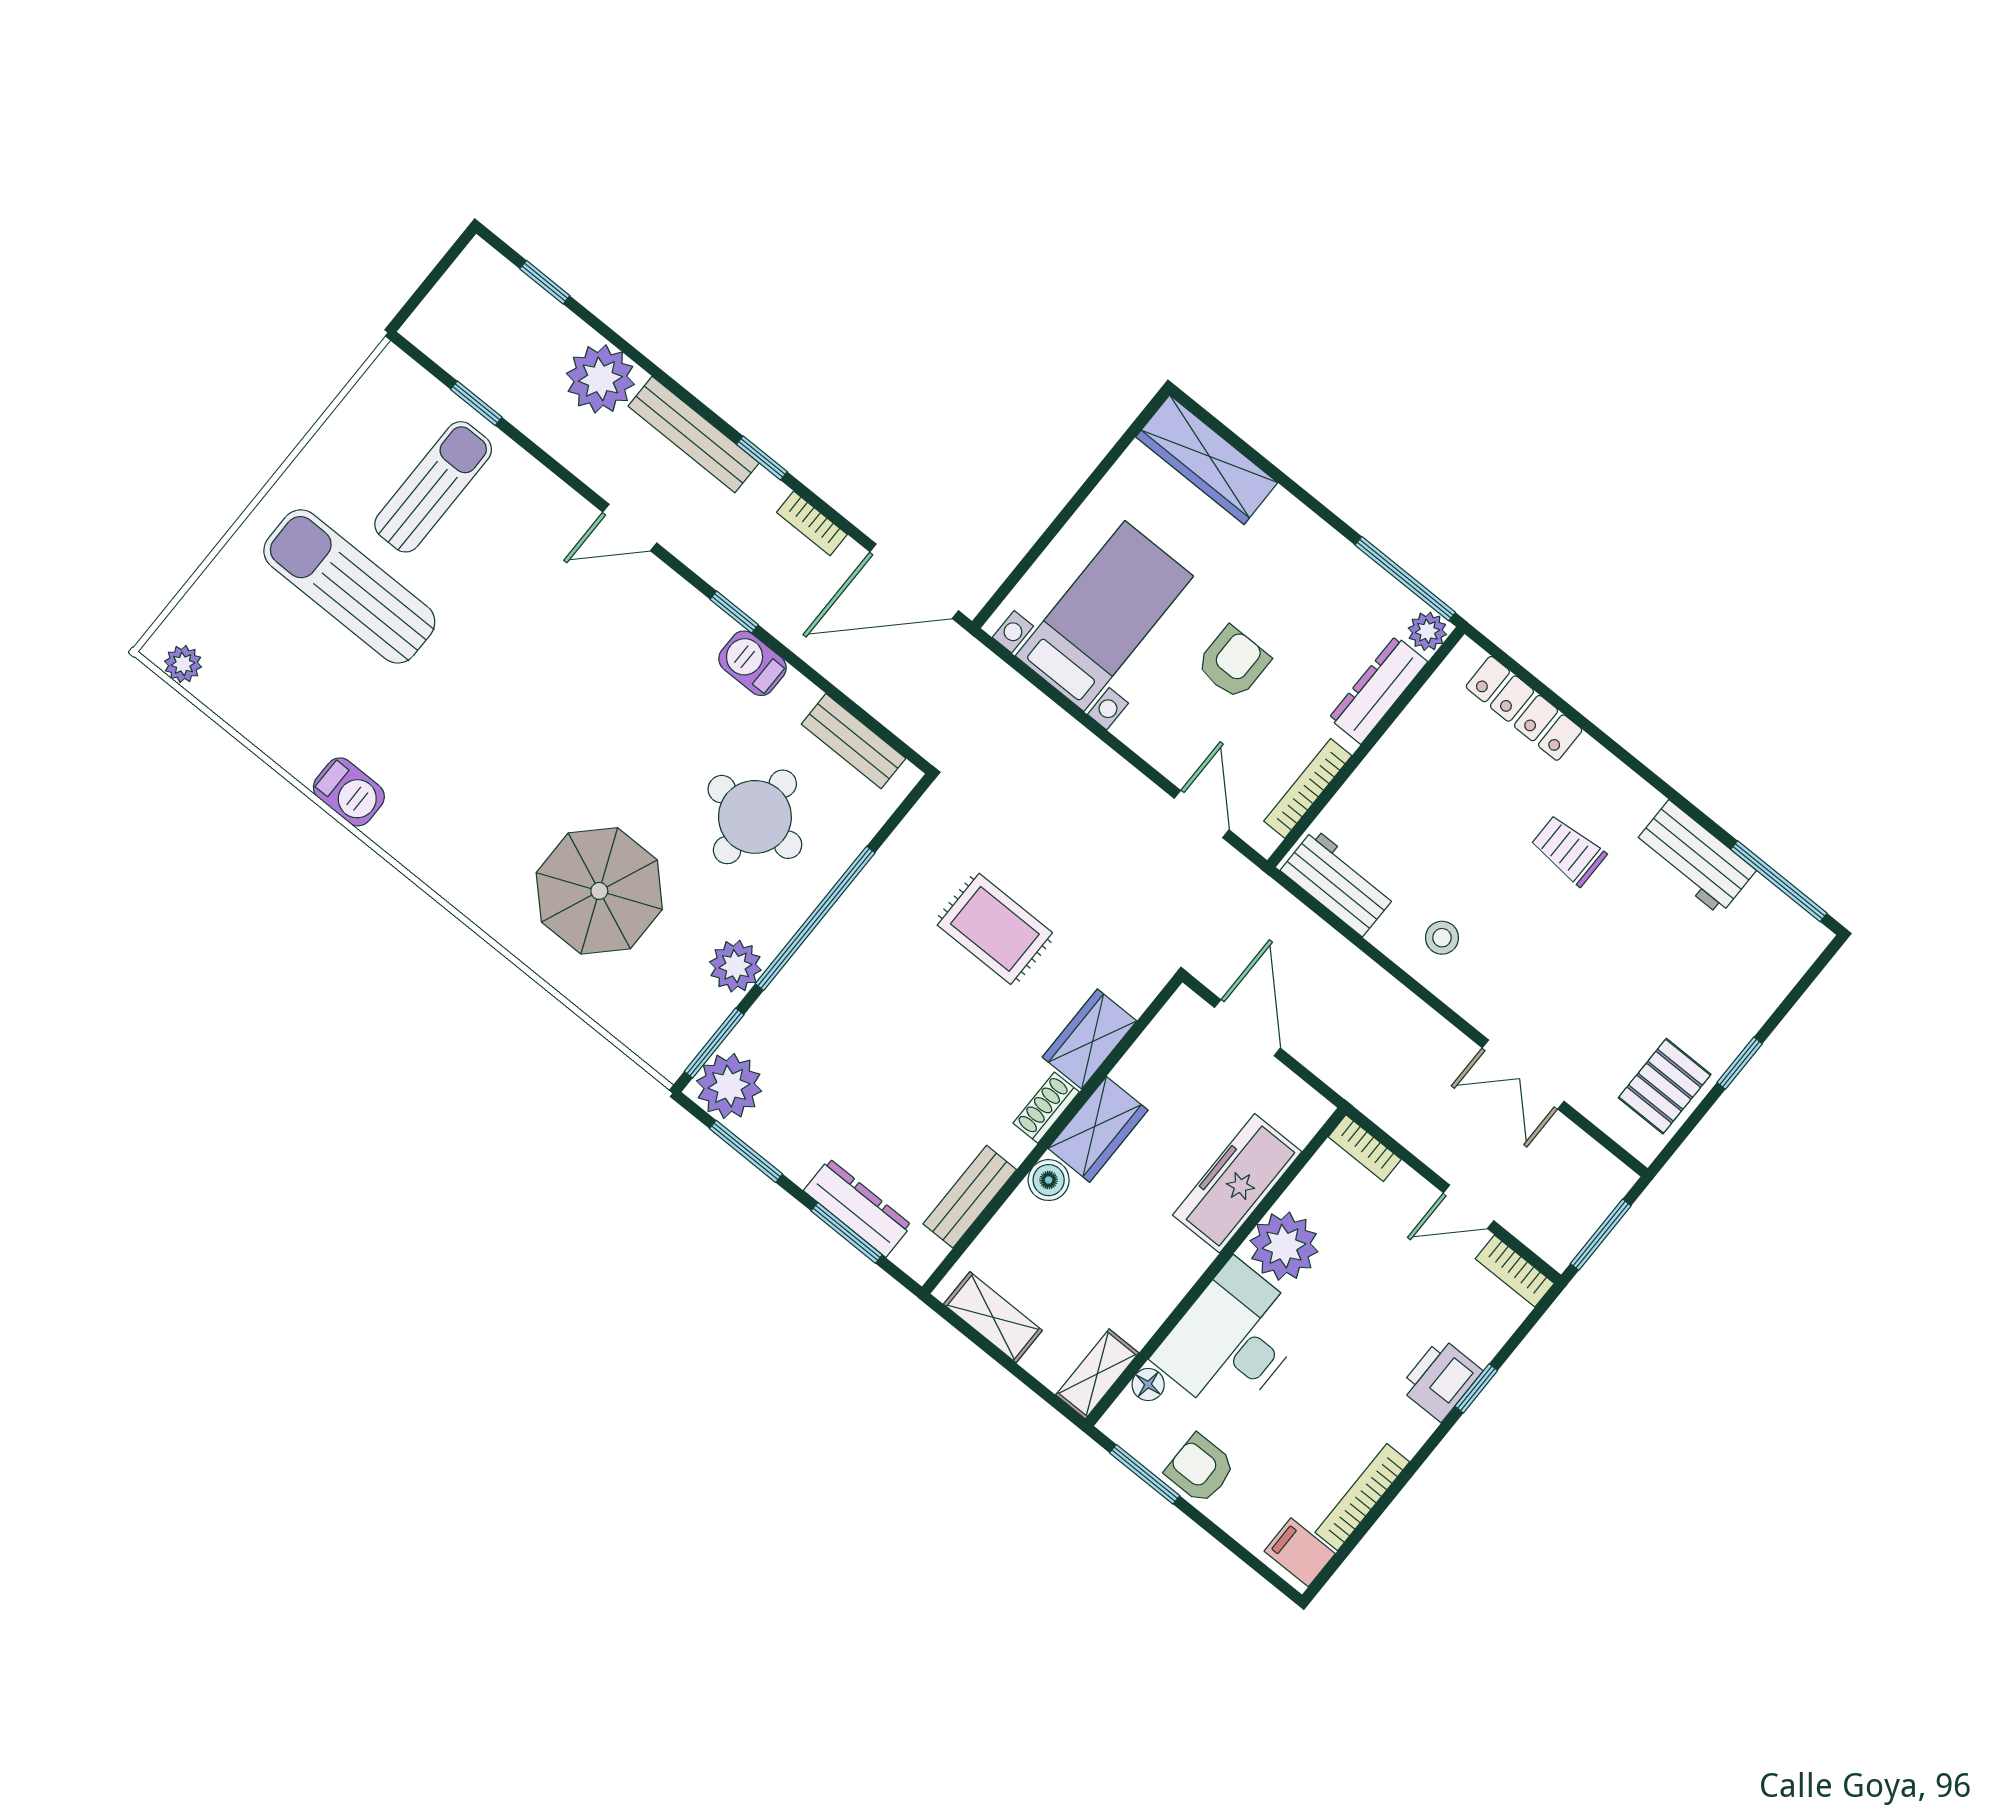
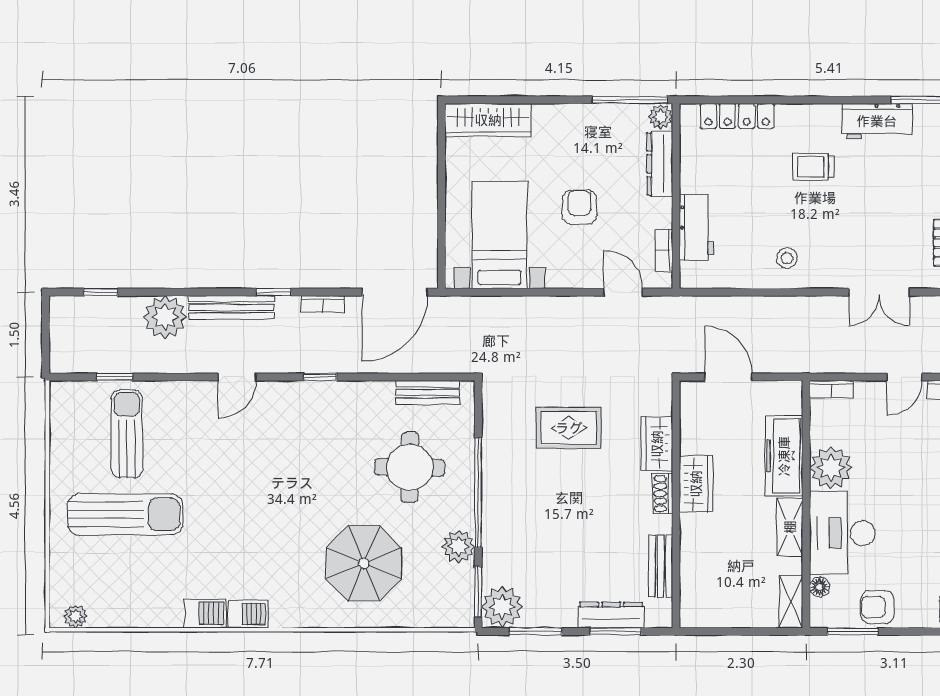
sun lounger: (349, 586) -> (125, 514), turned 180
barbecue: (752, 663) -> (248, 614), moved, turned 180
bookcase: (1308, 788) -> (664, 250), width x0.64
workbench: (1338, 882) -> (696, 227), moved, turned 90
boiler: (1049, 1180) -> (692, 527), removed
shelving: (993, 1317) -> (790, 527), moved, turned 90

